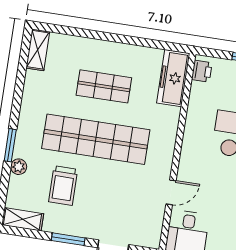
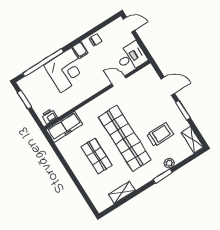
shelving: (38, 50) -> (122, 192), moved

